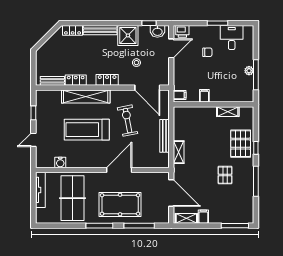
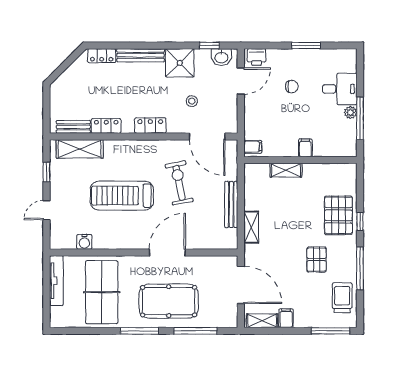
desk: (232, 38) -> (340, 89), moved, turned 90
shelving: (86, 96) -> (80, 149), moved, width x0.68
filing cabinet: (204, 96) -> (305, 148), moved
shelving: (228, 112) -> (286, 170), moved
trolley: (243, 202) -> (342, 298), added

